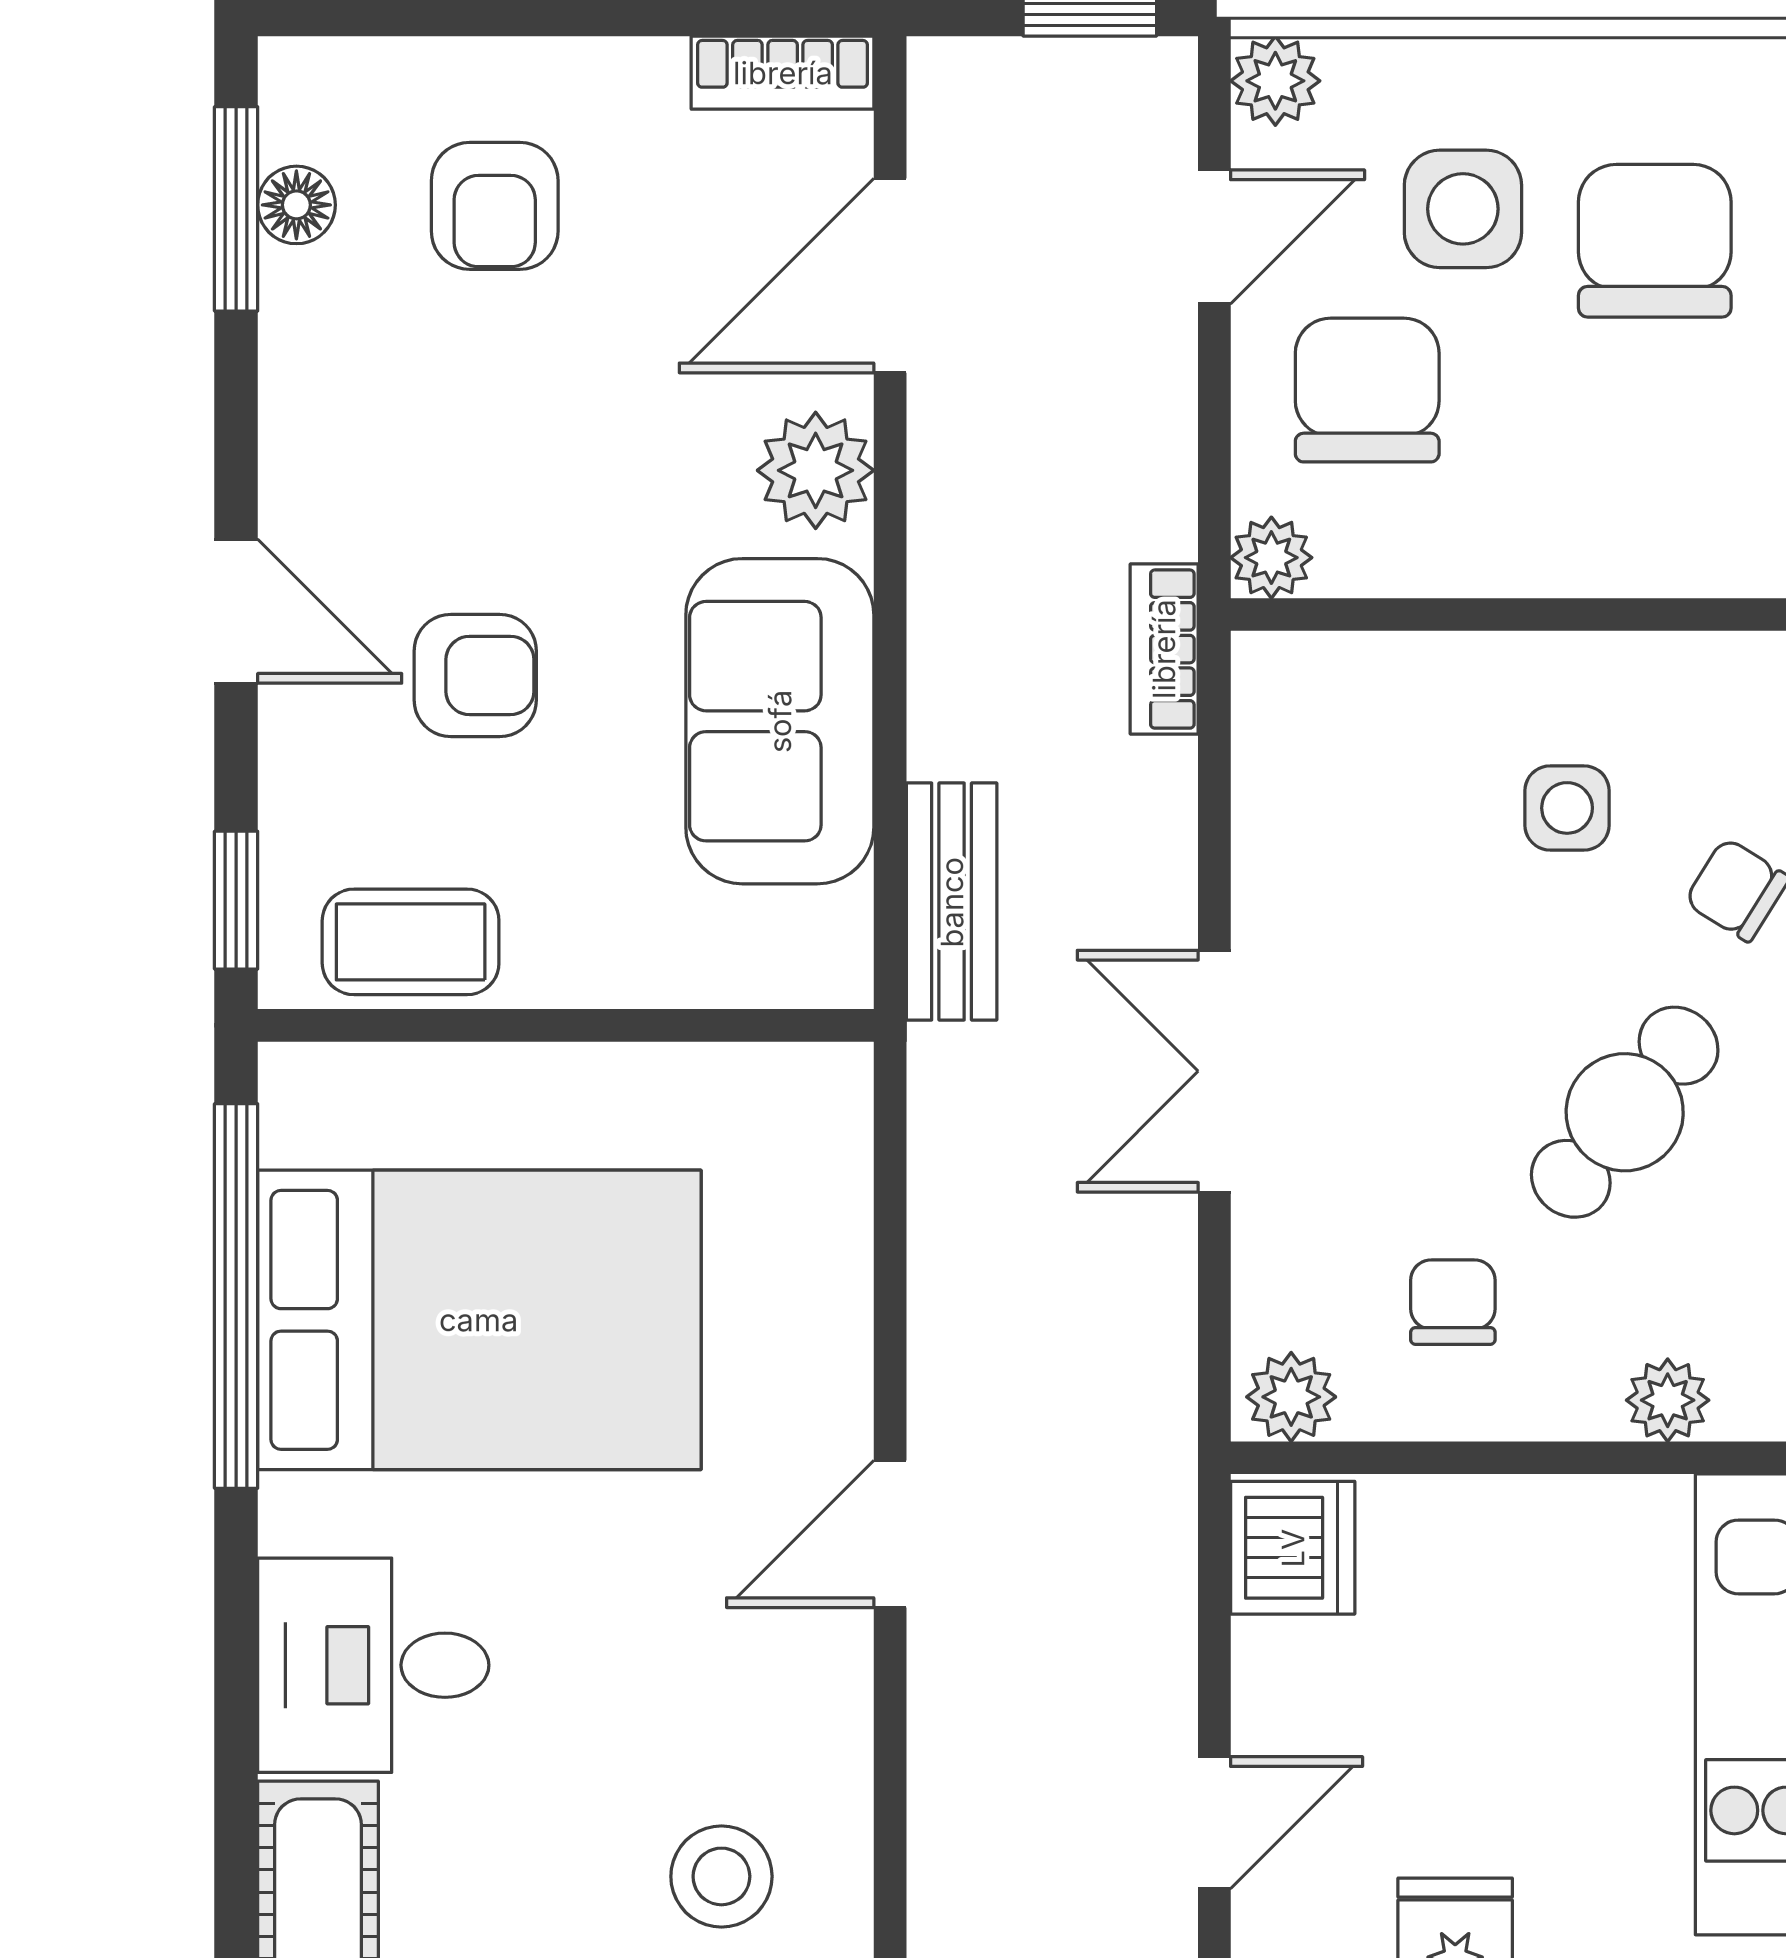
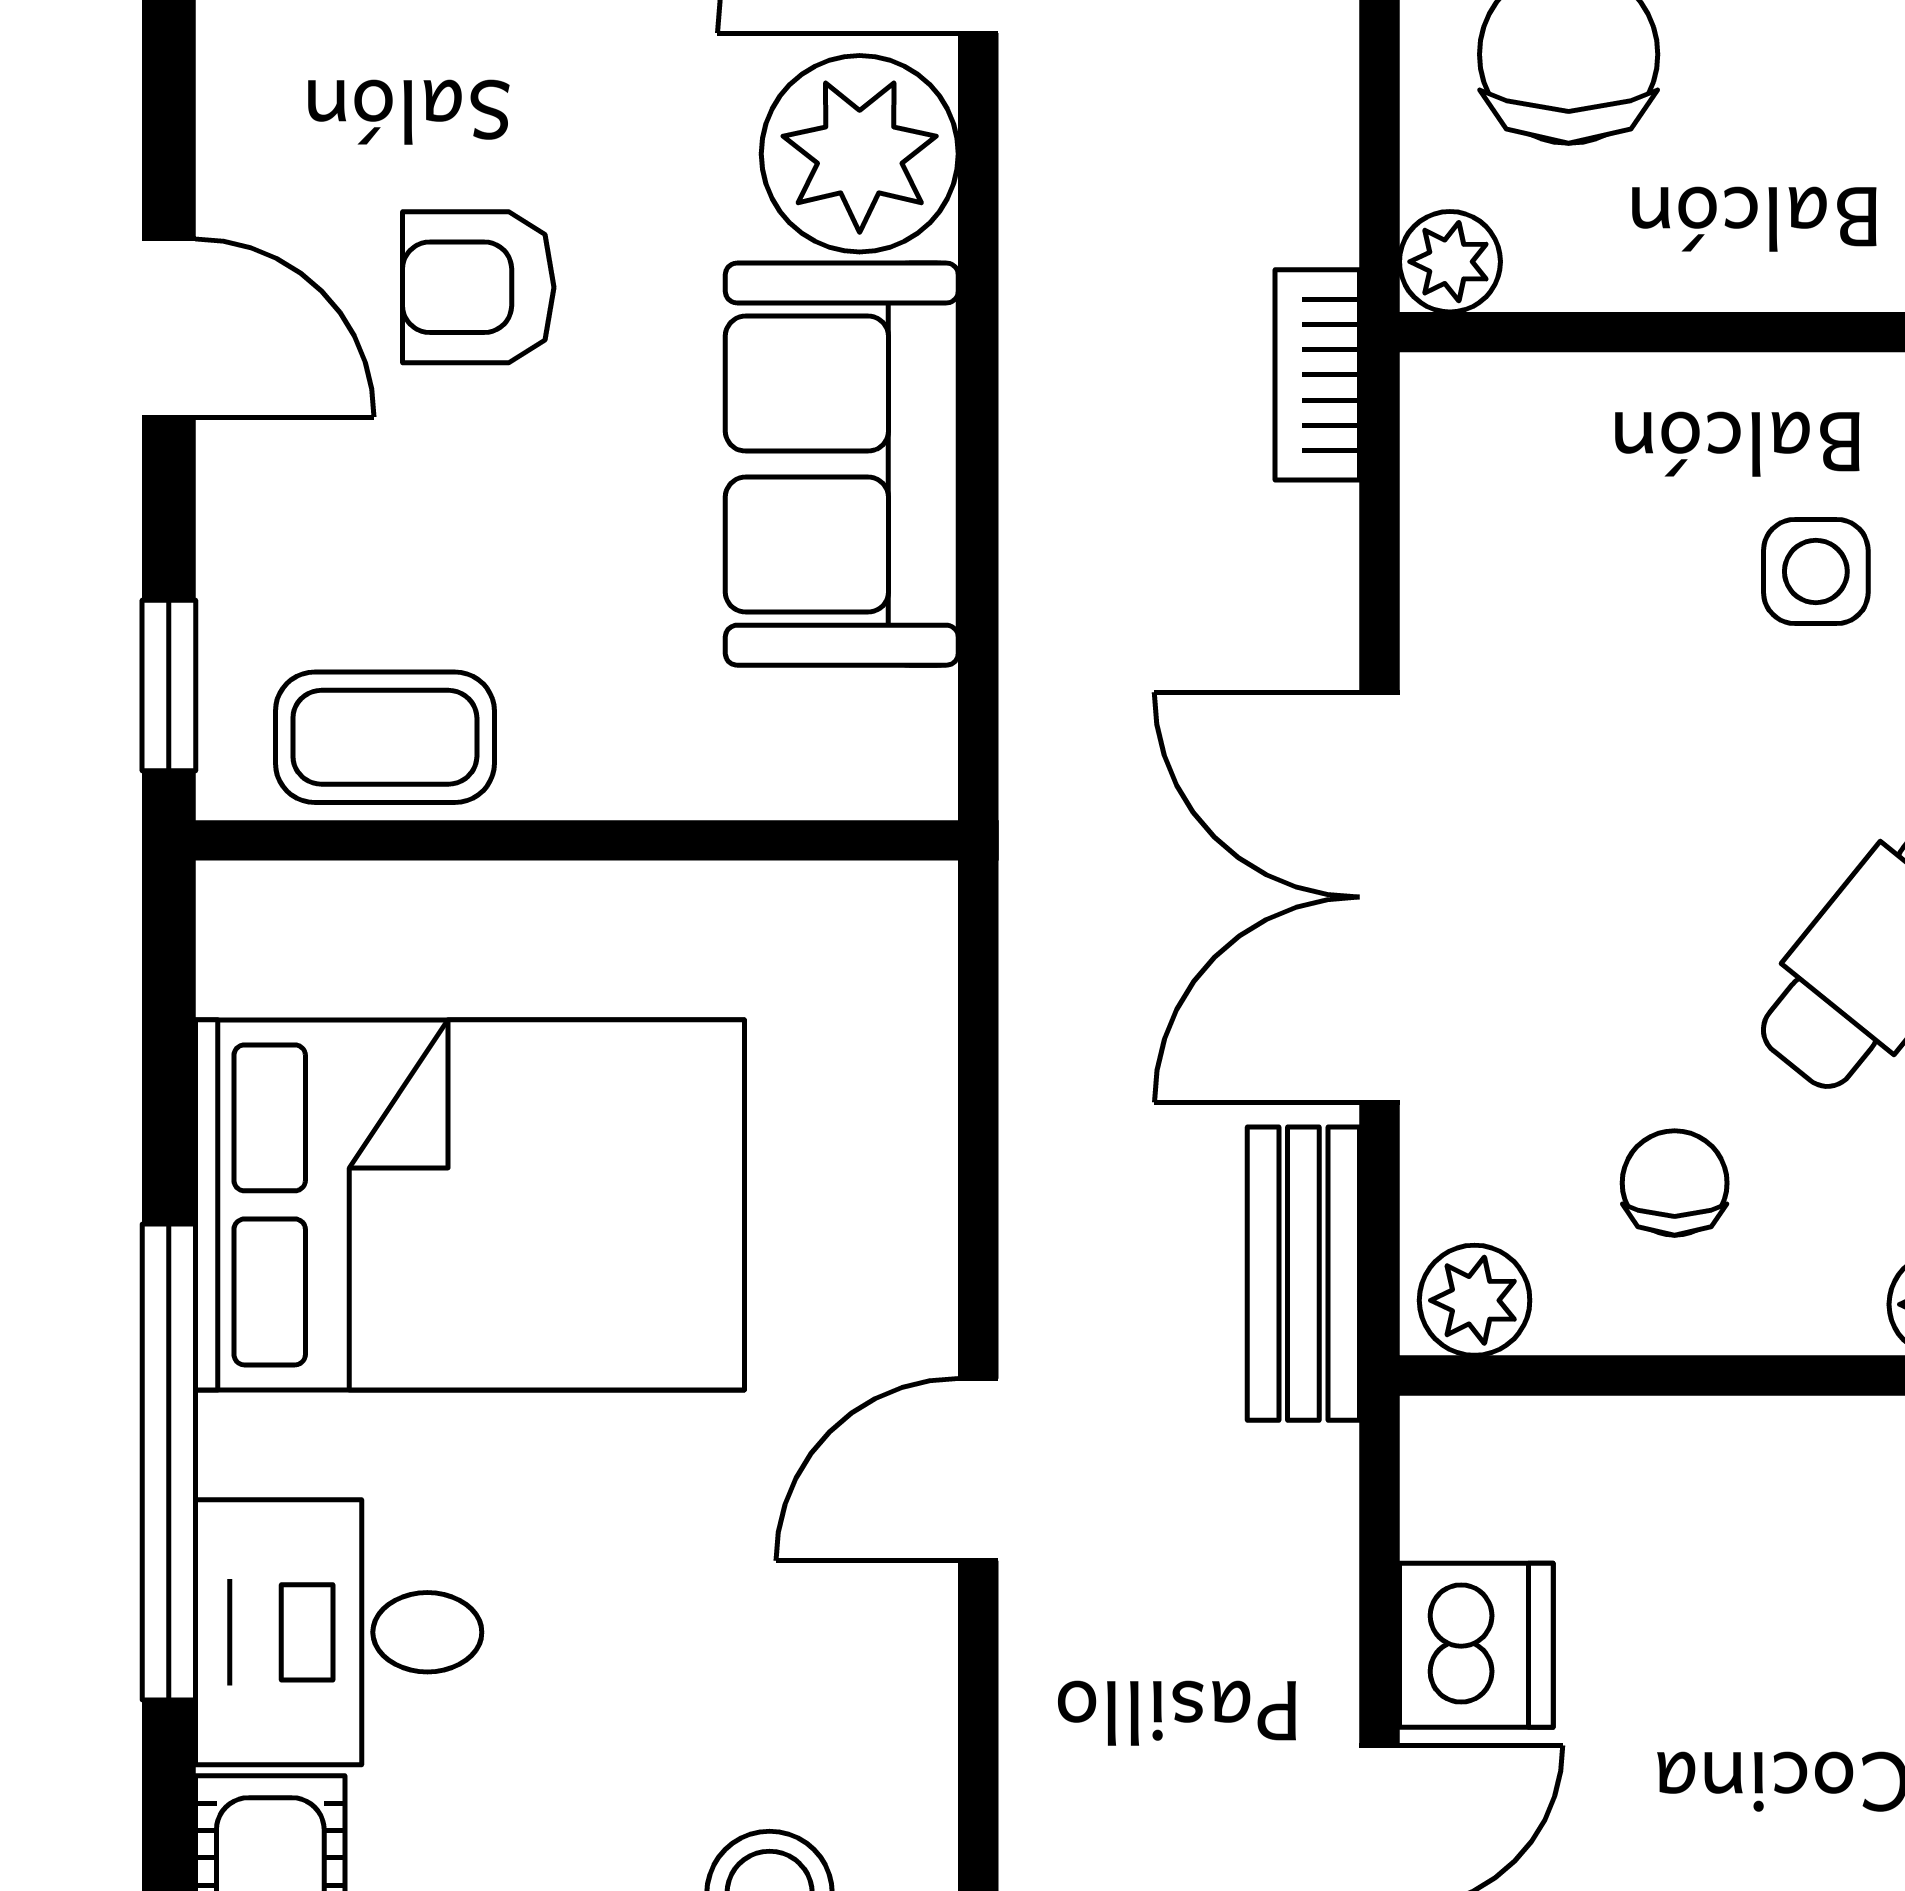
plant: (816, 470) -> (860, 154), width x1.36, depth x1.36
armchair: (475, 675) -> (478, 287), moved, turned 180
bench: (952, 902) -> (1303, 1274), moved
double door: (1214, 1071) -> (1380, 897), width x1.37
window: (236, 1296) -> (169, 1462), moved
dishwasher: (1293, 1548) -> (1476, 1645), moved

